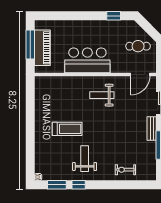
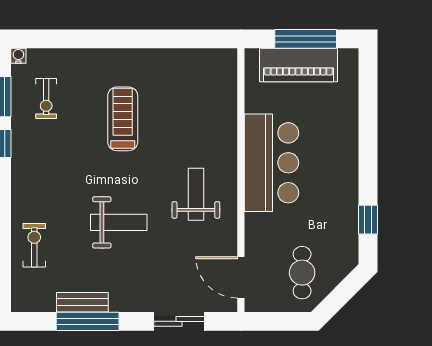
treadmill: (67, 129) -> (123, 119), turned 180
bench: (152, 129) -> (82, 302), moved
weight bench: (85, 159) -> (119, 222), moved
exercise bike: (58, 164) -> (46, 99), added

